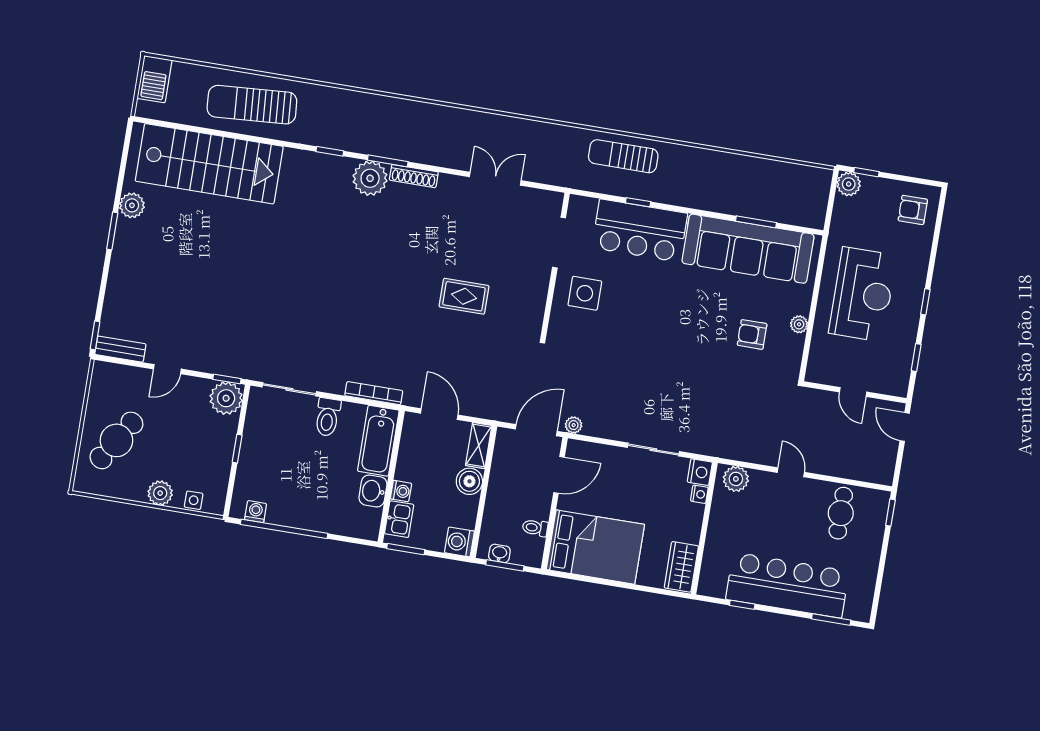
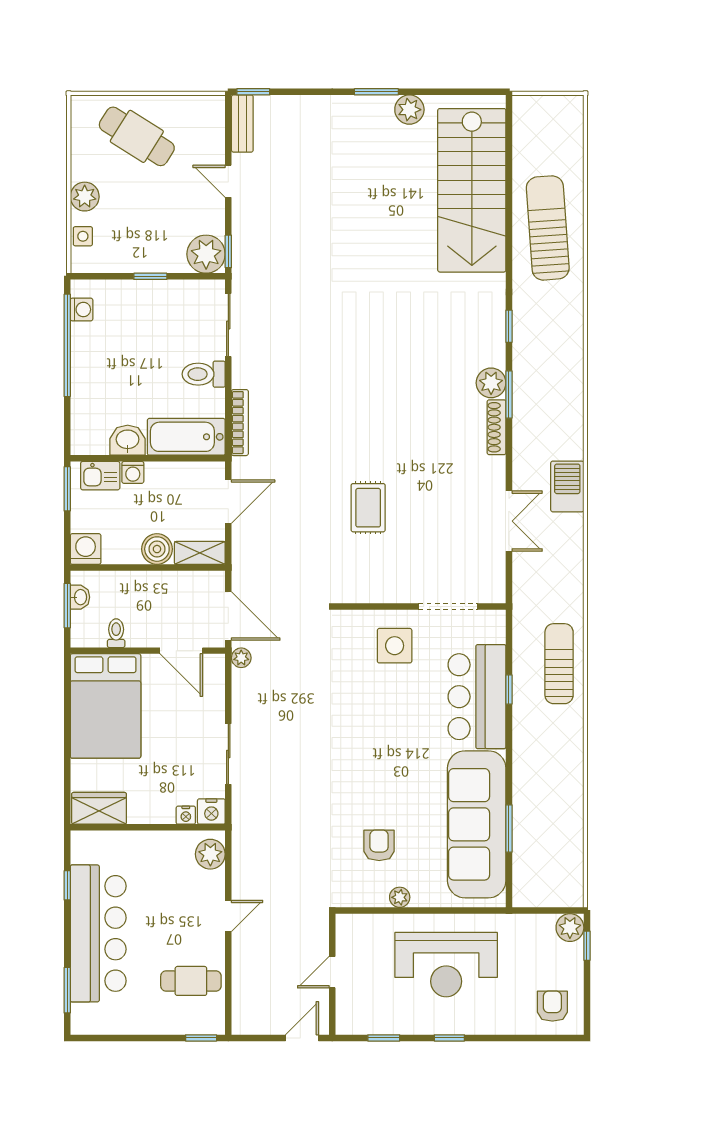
barbecue: (155, 79) -> (567, 486), moved, turned 90
plant: (370, 178) -> (491, 383), width x0.73, depth x0.73

